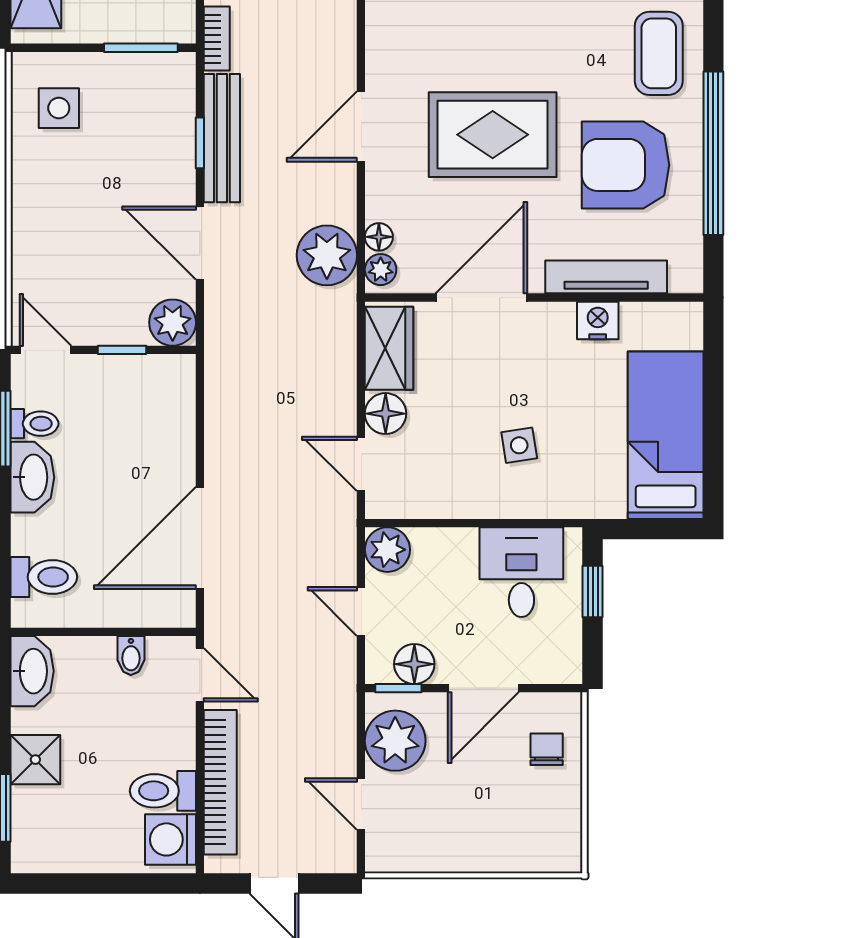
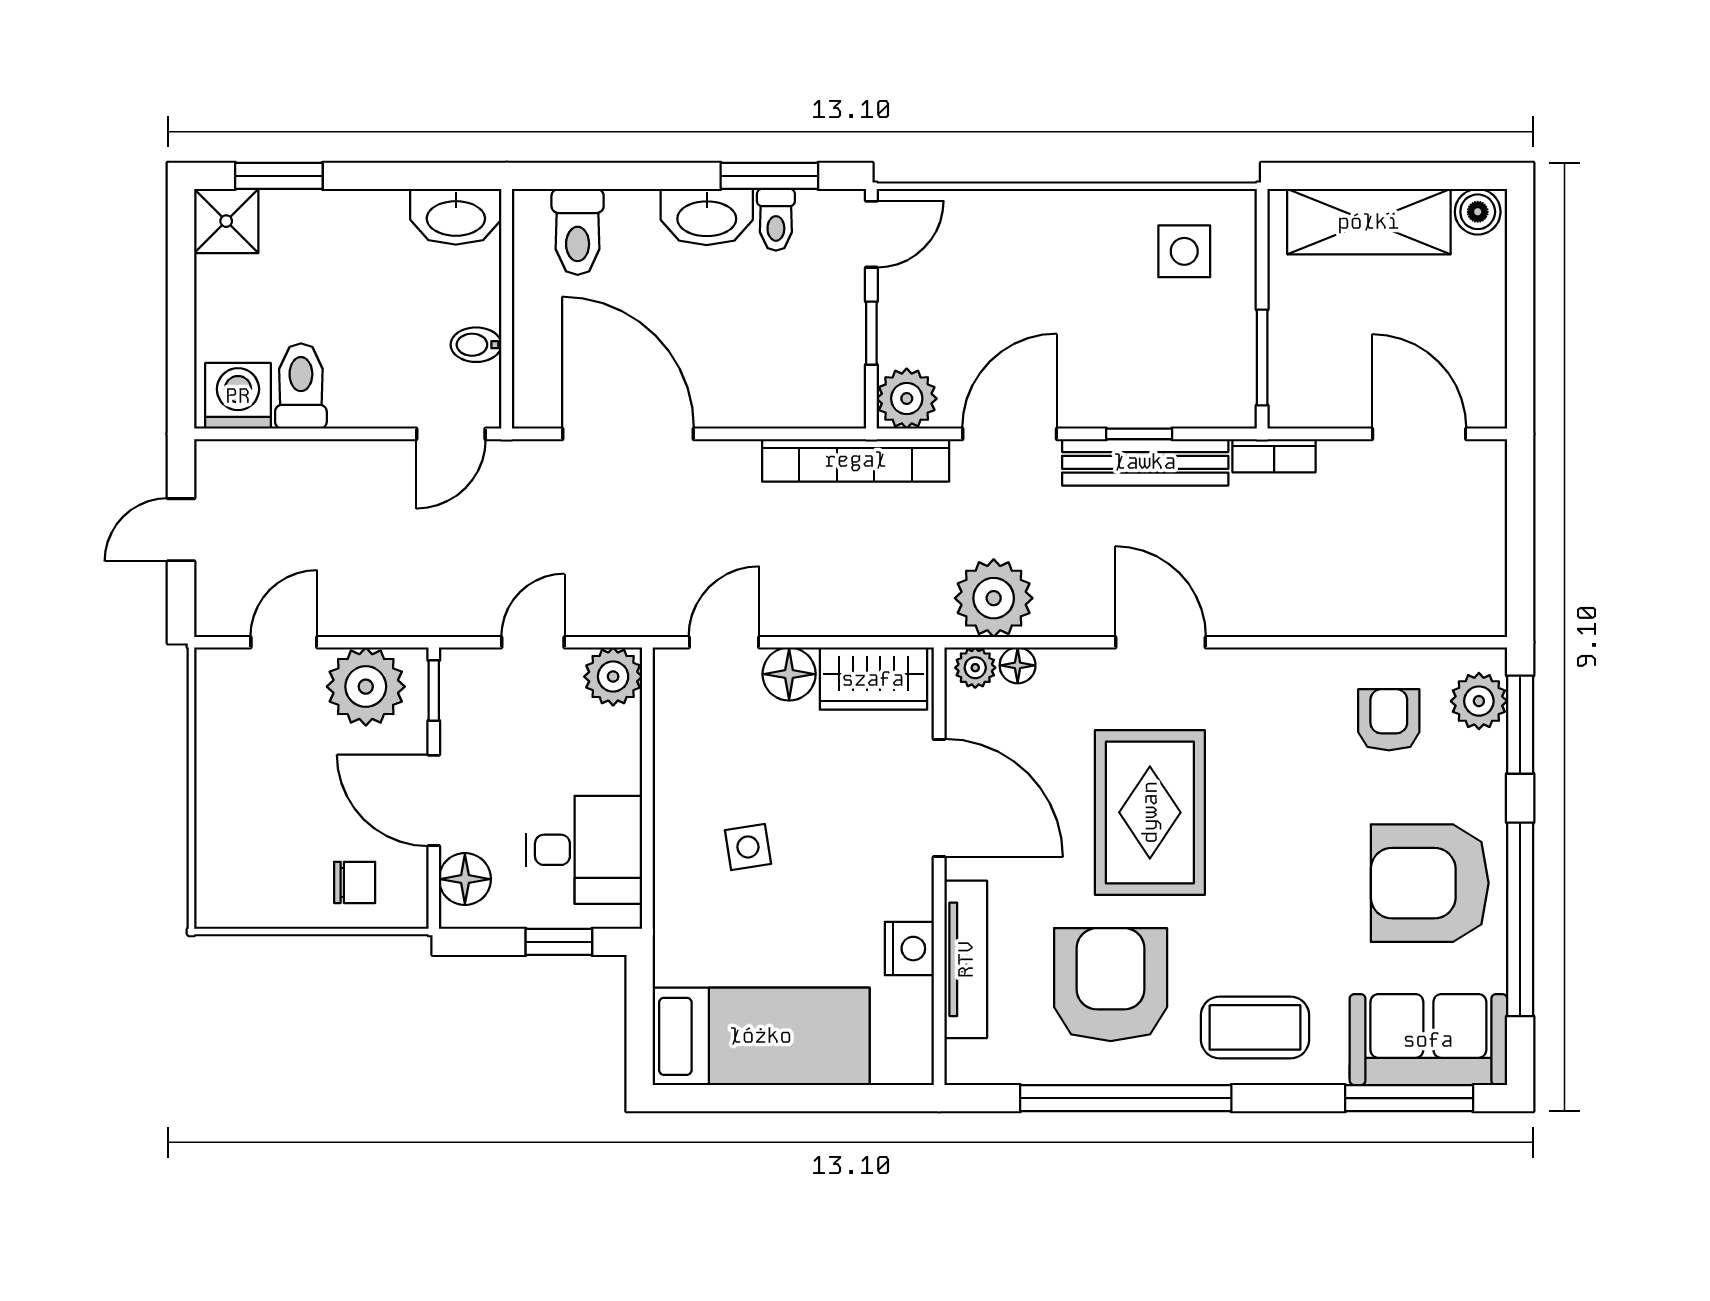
floor lamp: (414, 664) -> (465, 879), moved
shower: (35, 760) -> (226, 221), moved
bookcase: (220, 782) -> (856, 460), moved

